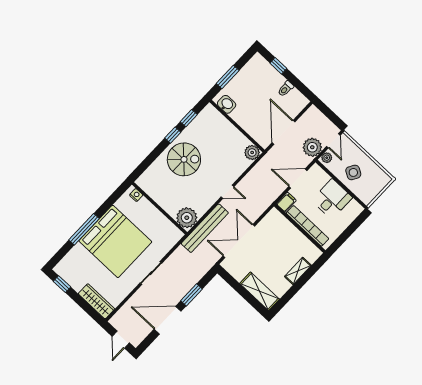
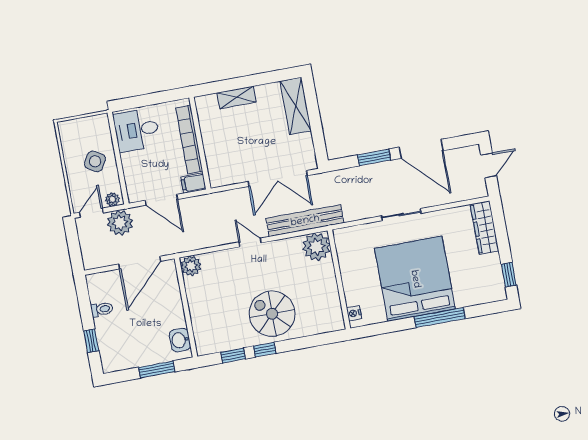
desk: (332, 199) -> (137, 130), moved

